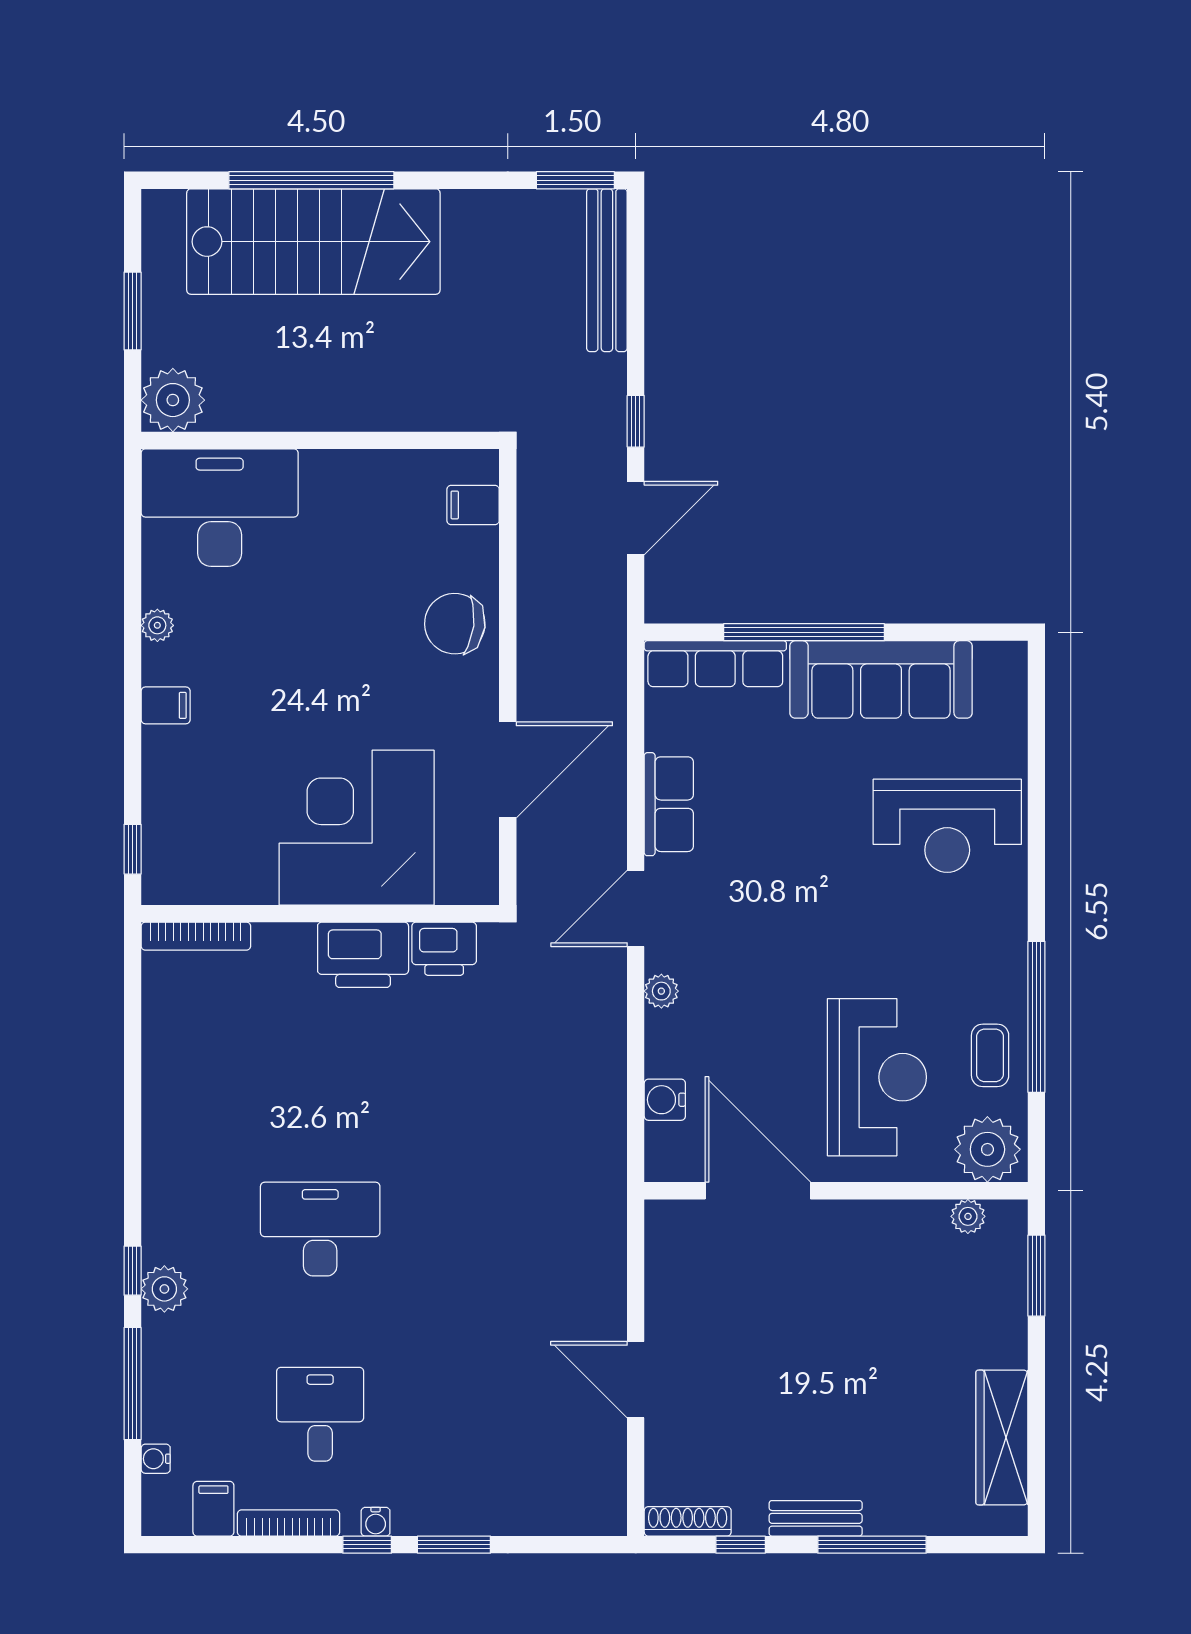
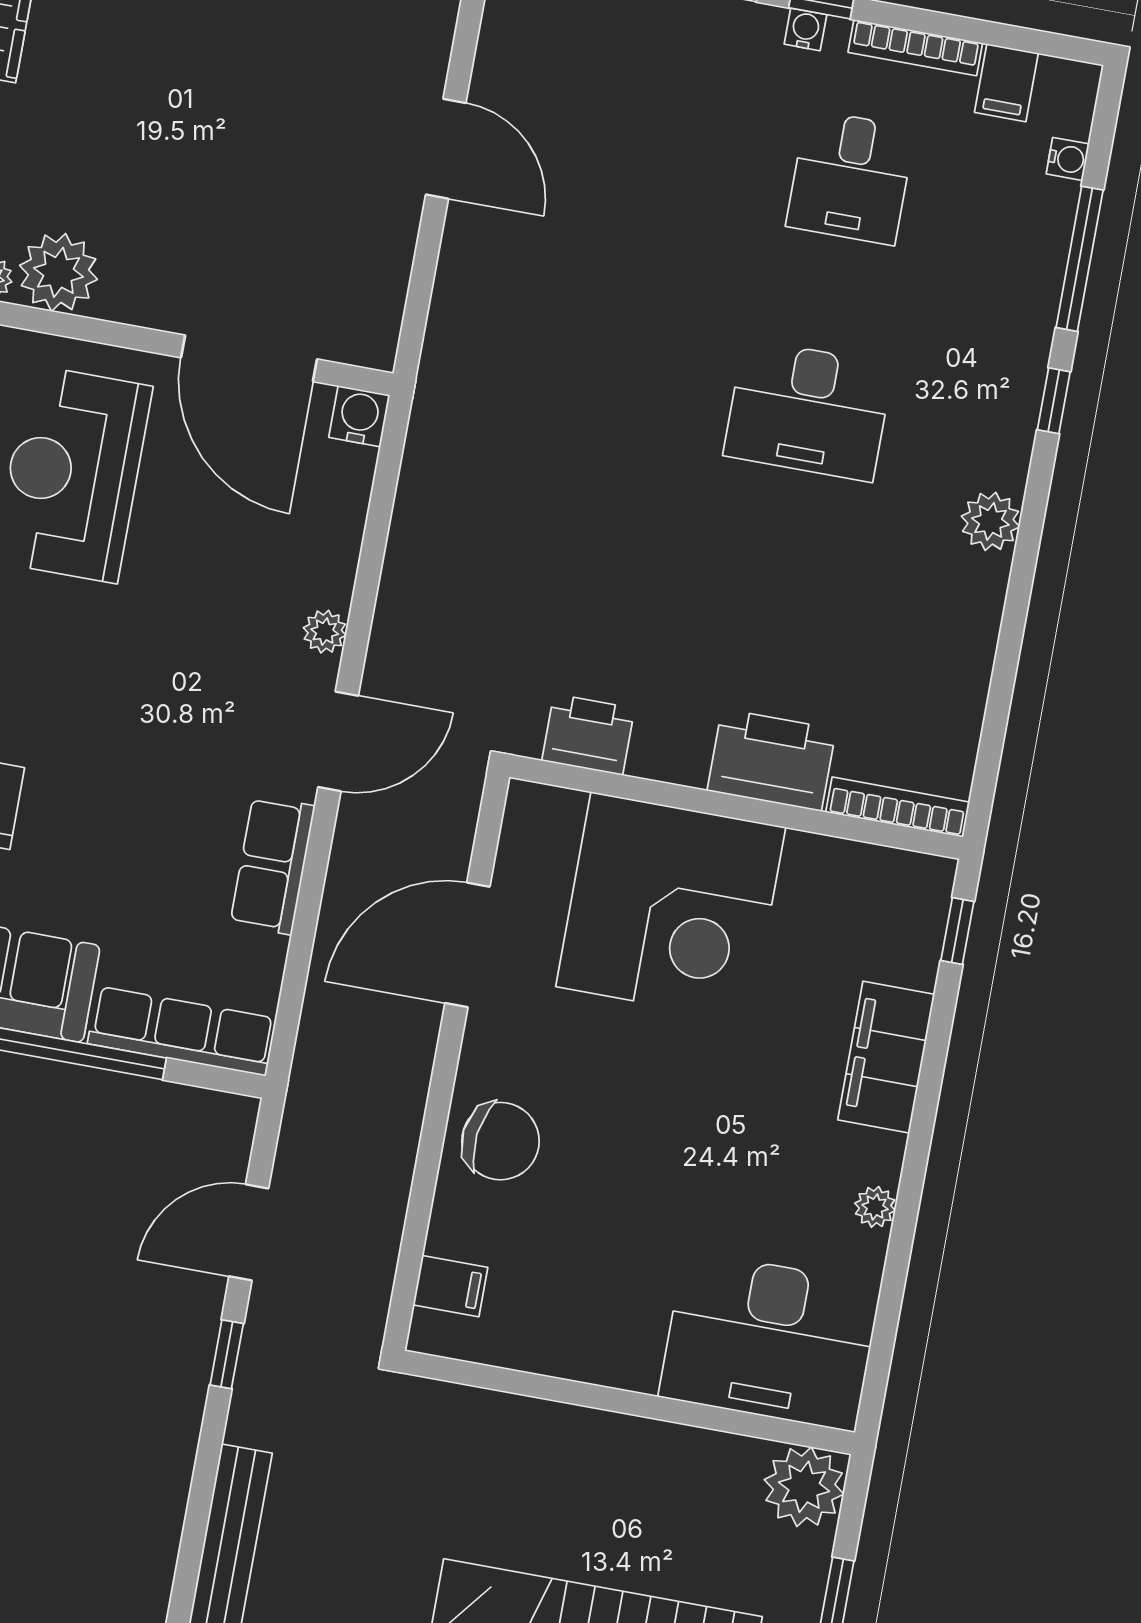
filing cabinet: (166, 705) -> (886, 1057), width x3.00, depth x1.17
printer: (363, 955) -> (772, 760), moved
water cooler: (665, 1100) -> (359, 416), moved, turned -90
plant: (916, 1230) -> (58, 272), added
plant: (164, 1289) -> (990, 521), moved

